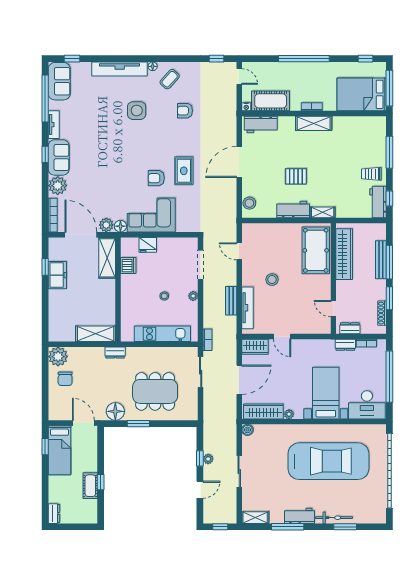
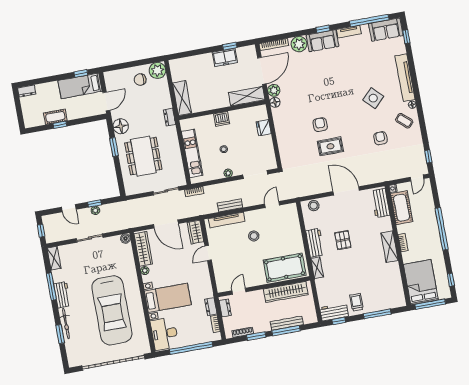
side table: (137, 111) -> (373, 98), turned 45
corner sofa: (151, 215) -> (289, 126), removed
dishwasher: (128, 266) -> (222, 119), moved

